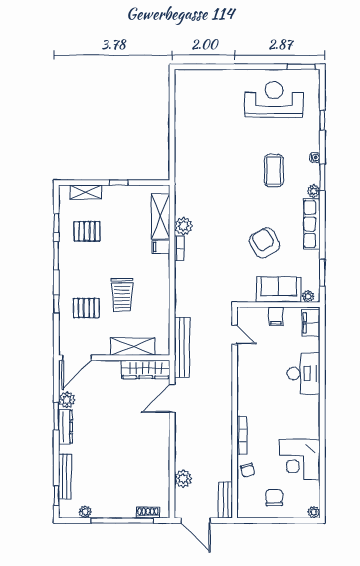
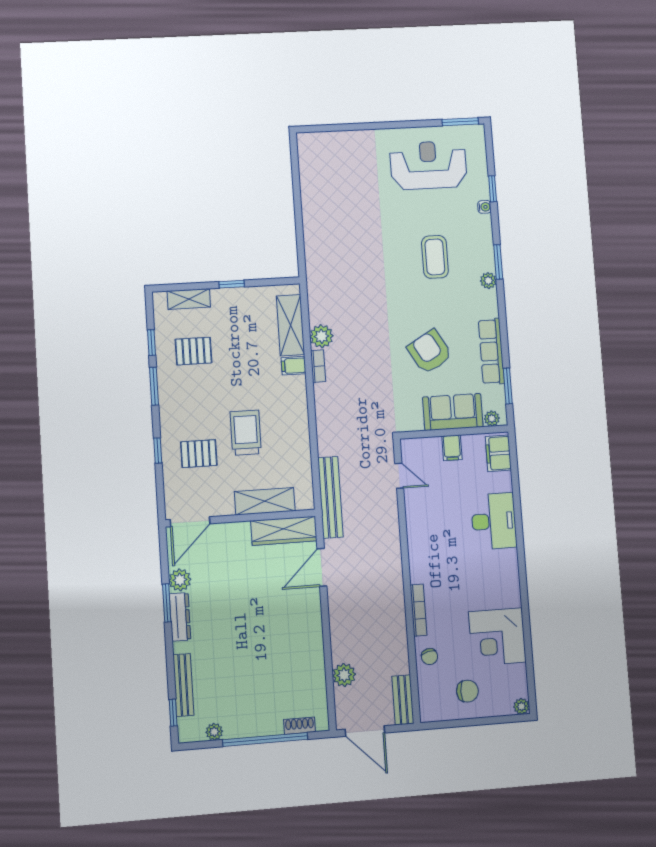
water cooler: (315, 158) -> (484, 207), moved
row of seats: (312, 224) -> (491, 351), moved
trolley: (122, 295) -> (246, 433), turned 180
chair: (274, 498) -> (467, 691), turned 90

